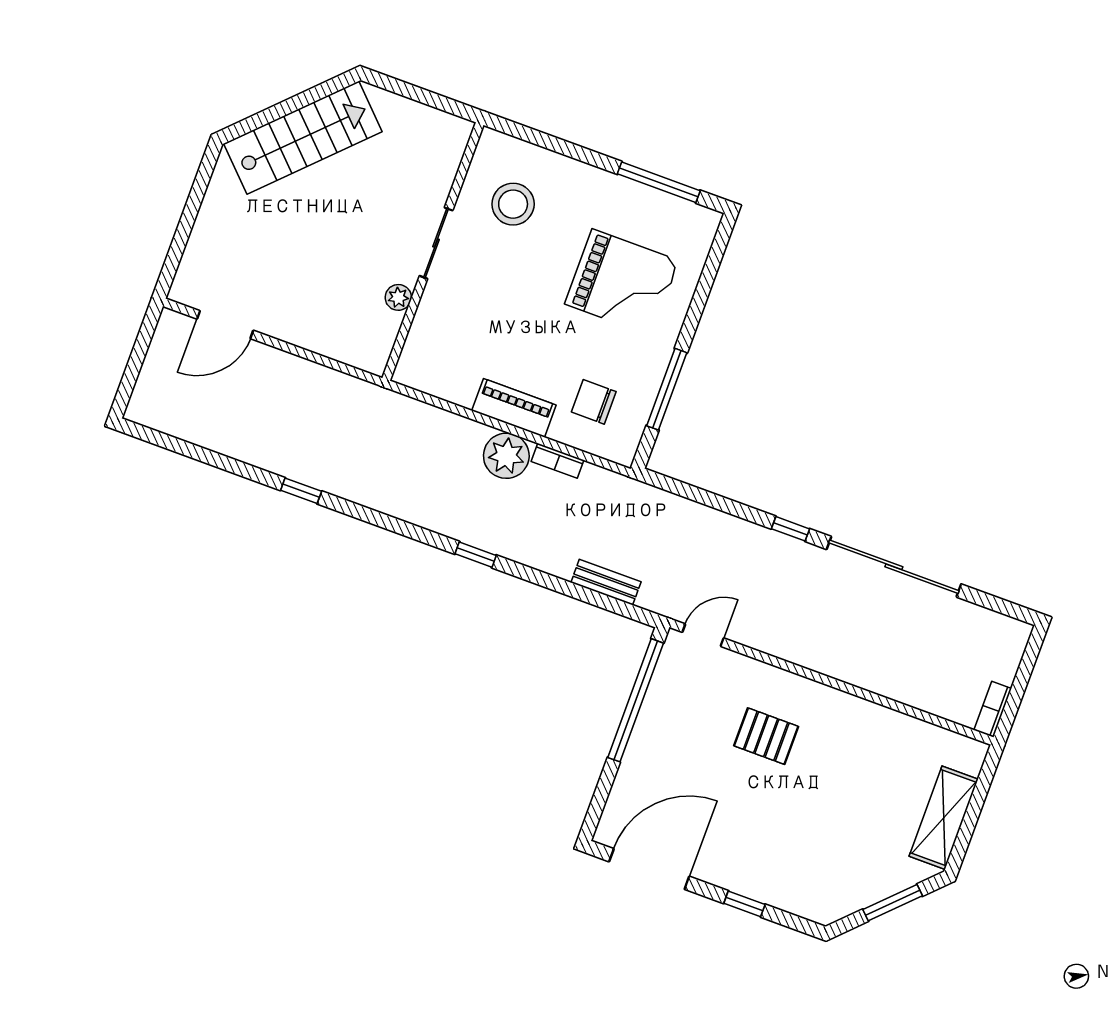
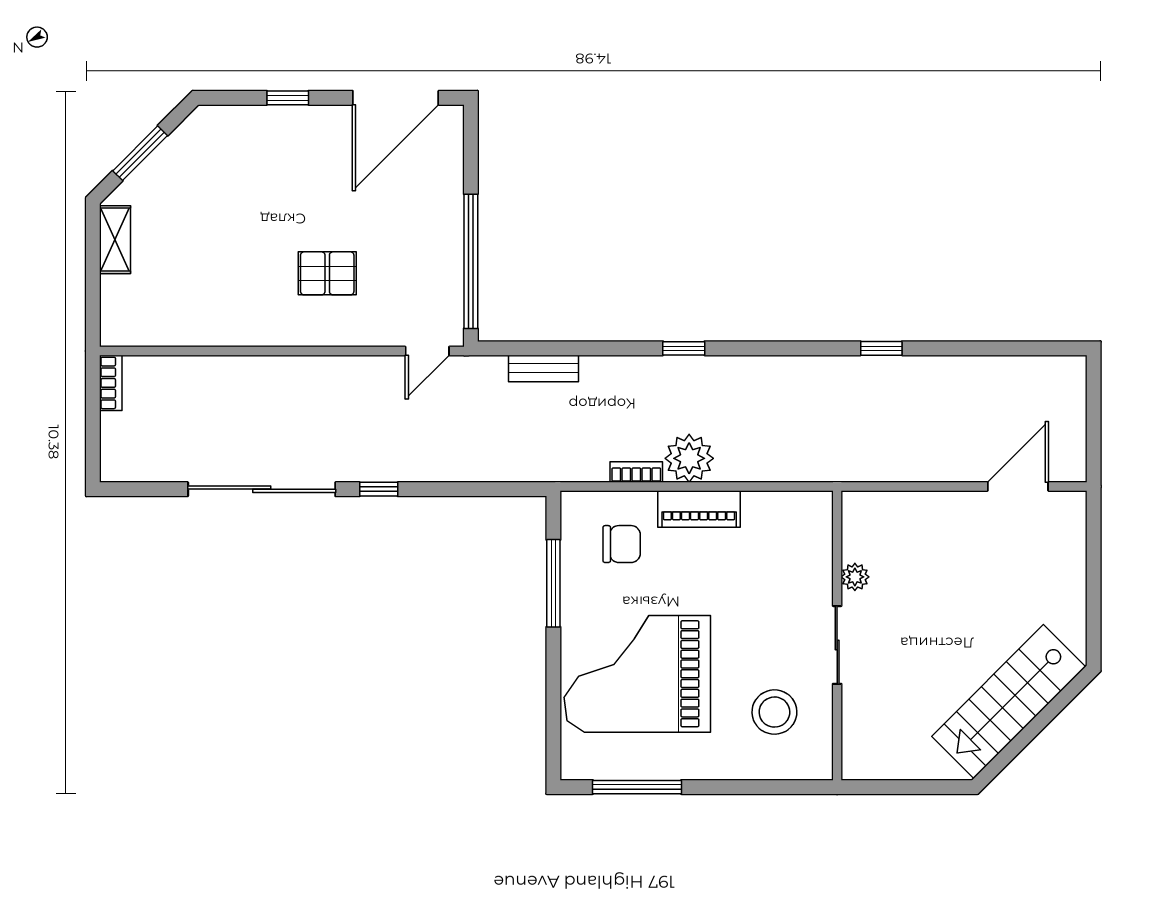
grand piano: (622, 282) -> (637, 674), width x1.37, depth x1.48
shelving: (944, 818) -> (115, 240), width x0.67, depth x0.75

